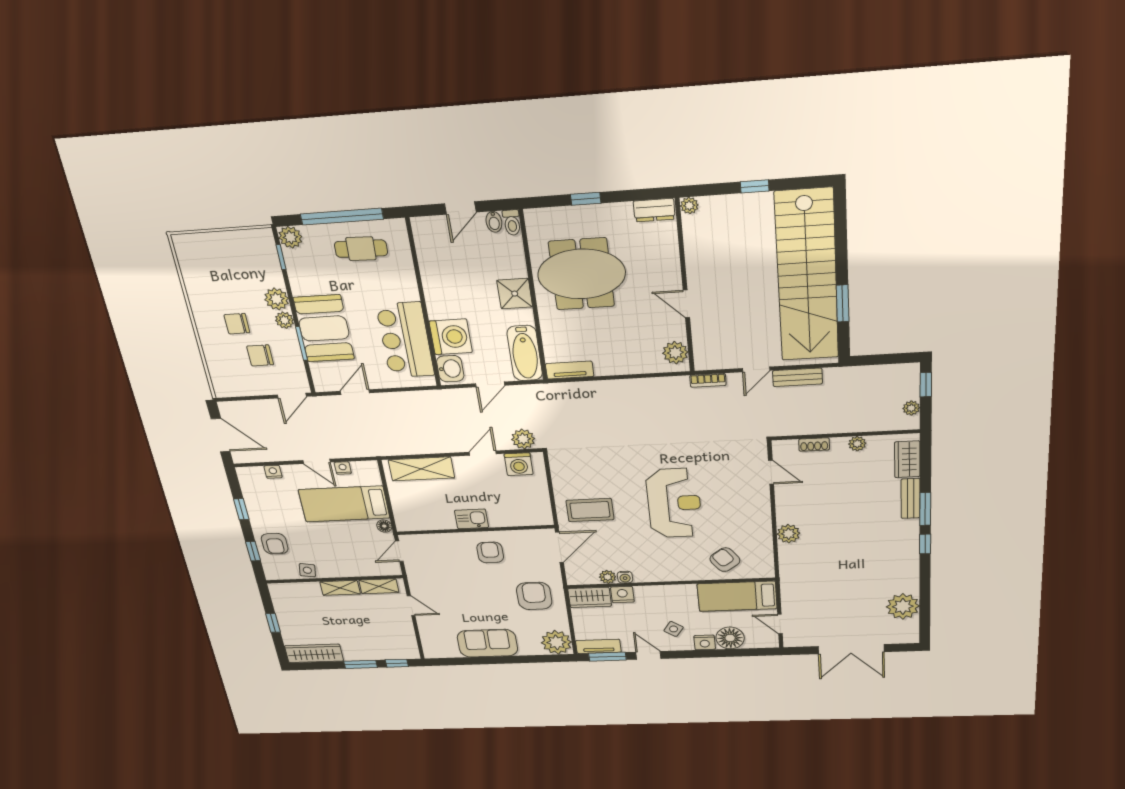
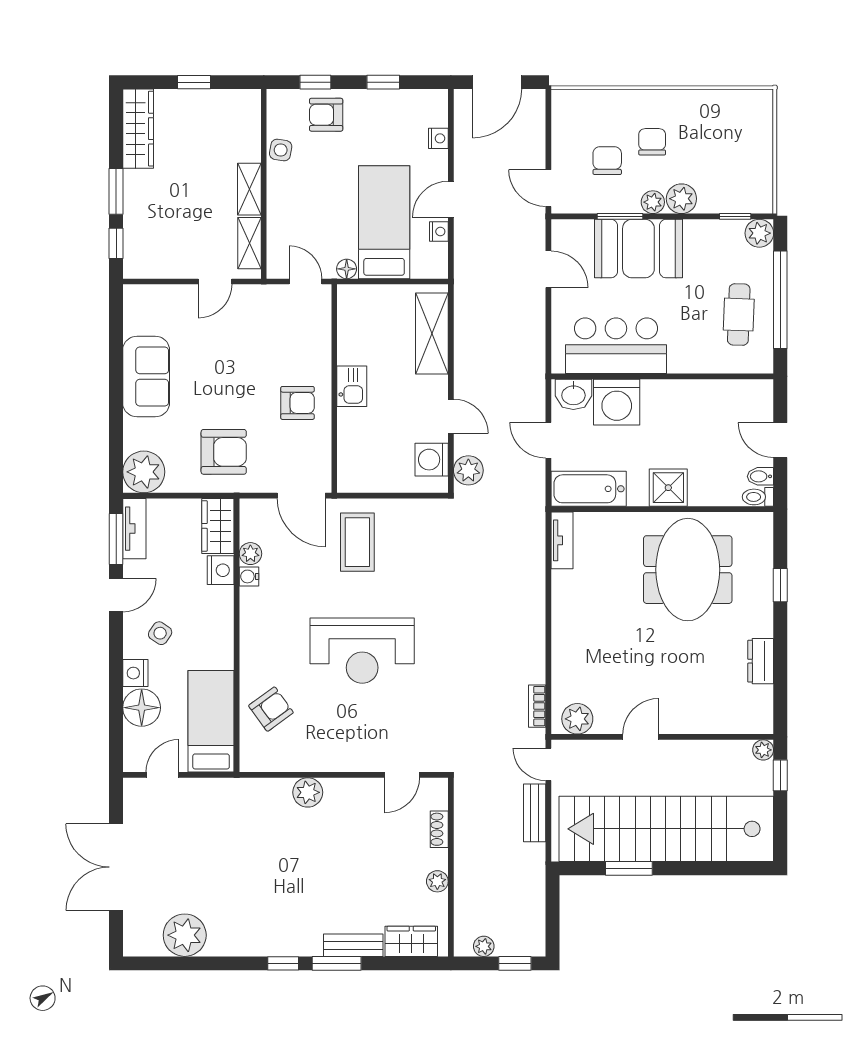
plant: (689, 205) -> (763, 750), moved
wall: (685, 287) -> (662, 737), moved
door: (686, 304) -> (641, 737), moved
plant: (675, 353) -> (577, 719), moved

